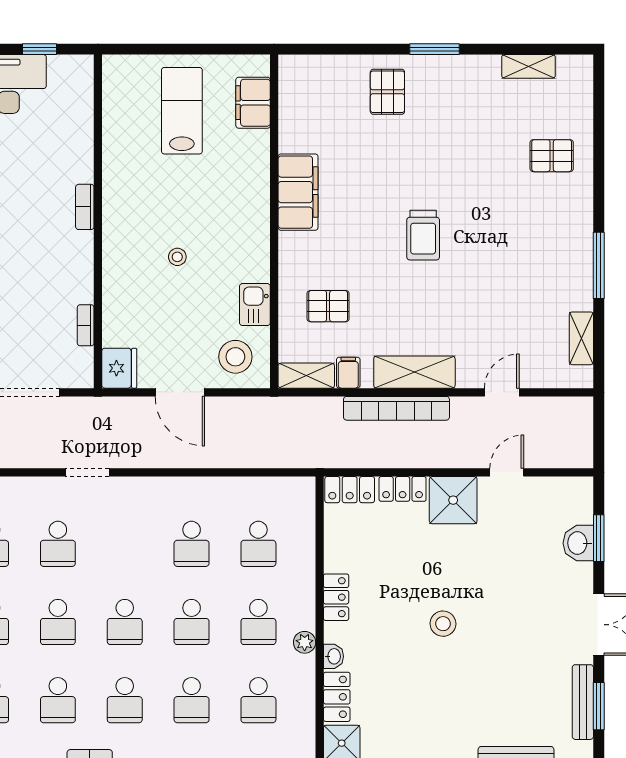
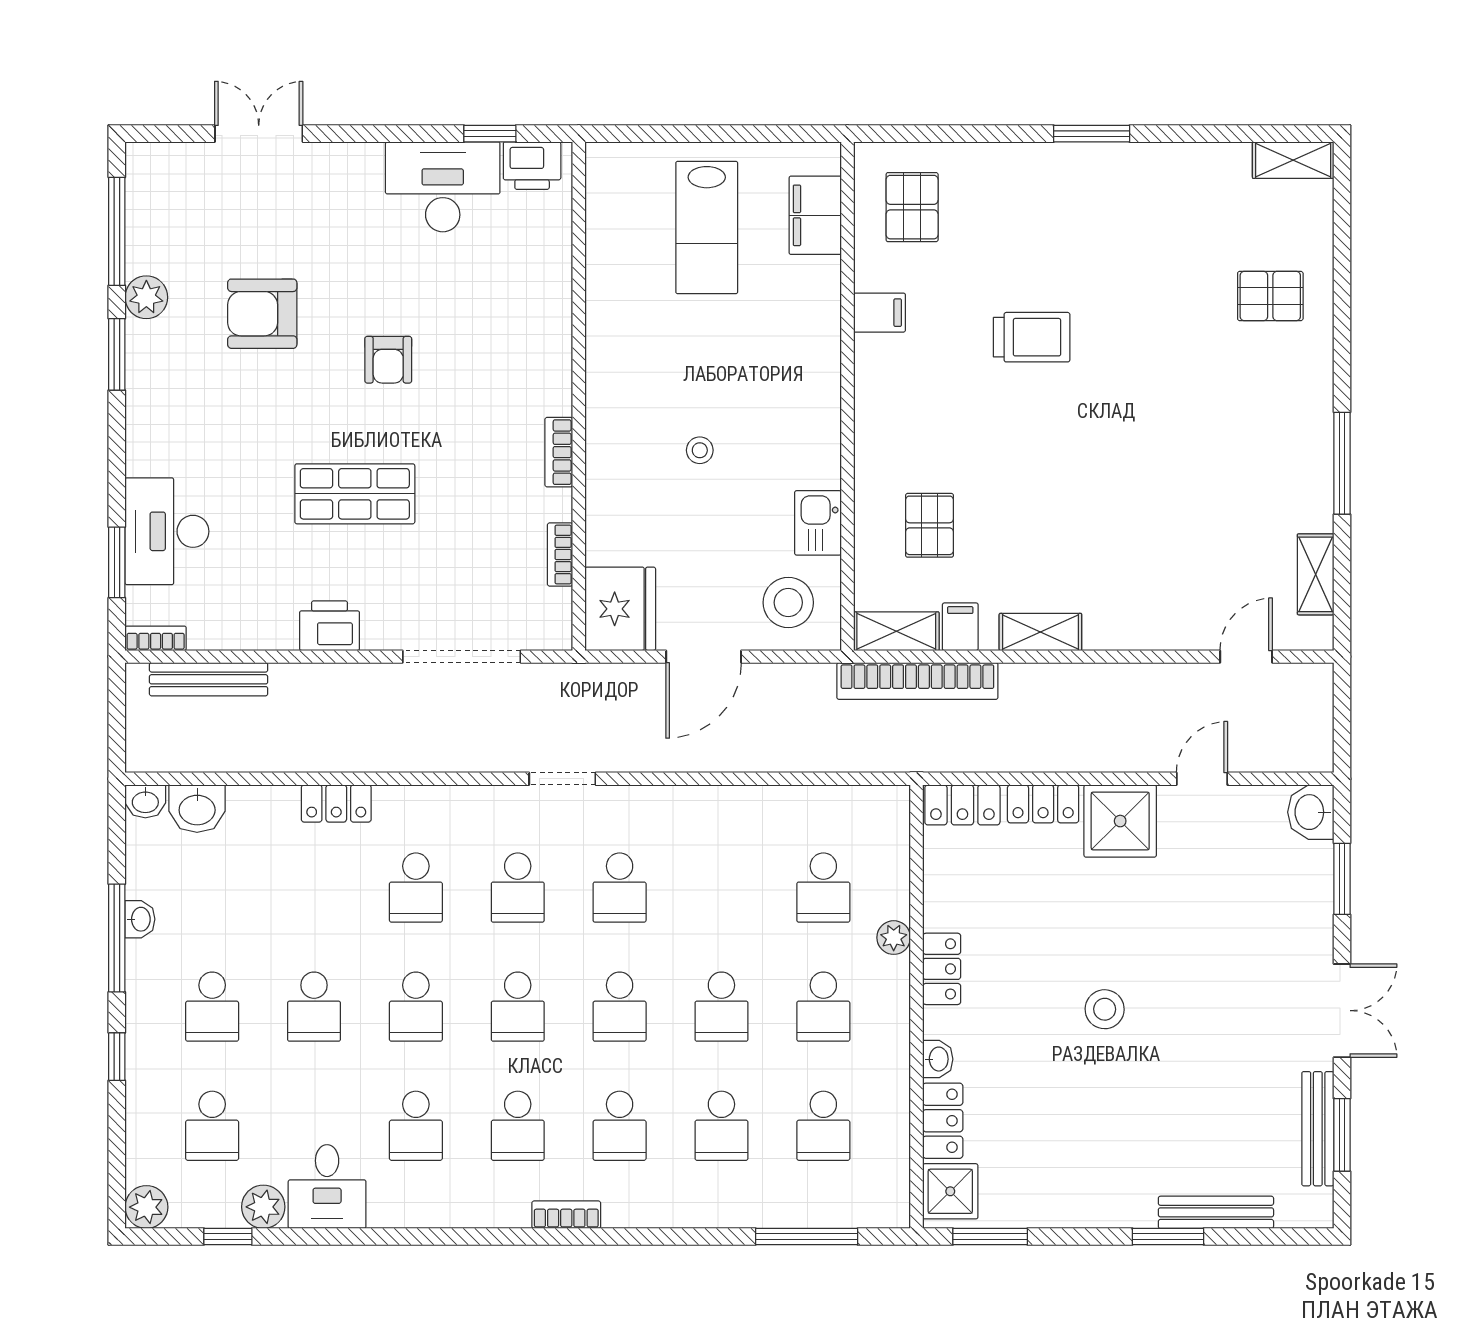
shelving: (529, 66) -> (1293, 160), moved
printer: (67, 70) -> (532, 166), added
pallet: (387, 92) -> (912, 207), moved
lab bench: (182, 111) -> (707, 227), turned 180
filing cabinet: (298, 192) -> (879, 313), width x0.33, depth x0.86
bookcase: (85, 207) -> (559, 452), moved
trolley: (423, 235) -> (1032, 337), moved, turned -90
pallet: (328, 306) -> (929, 525), turned 90
fridge: (119, 368) -> (620, 609), width x1.36, depth x1.34
shelving: (414, 372) -> (1040, 632), width x0.67, depth x0.75
door: (180, 392) -> (704, 657), hinge flipped
door: (502, 392) -> (1246, 657), moved
bookcase: (396, 408) -> (917, 681), moved
washbasin: (578, 543) -> (1311, 812), moved
school desk: (192, 544) -> (620, 888), moved
plant: (305, 642) -> (894, 938), moved

